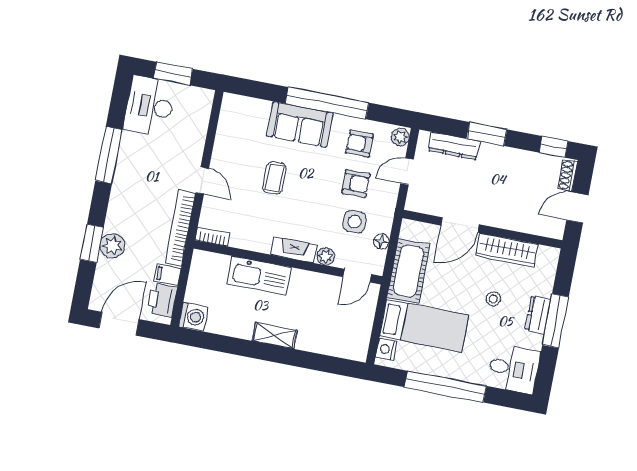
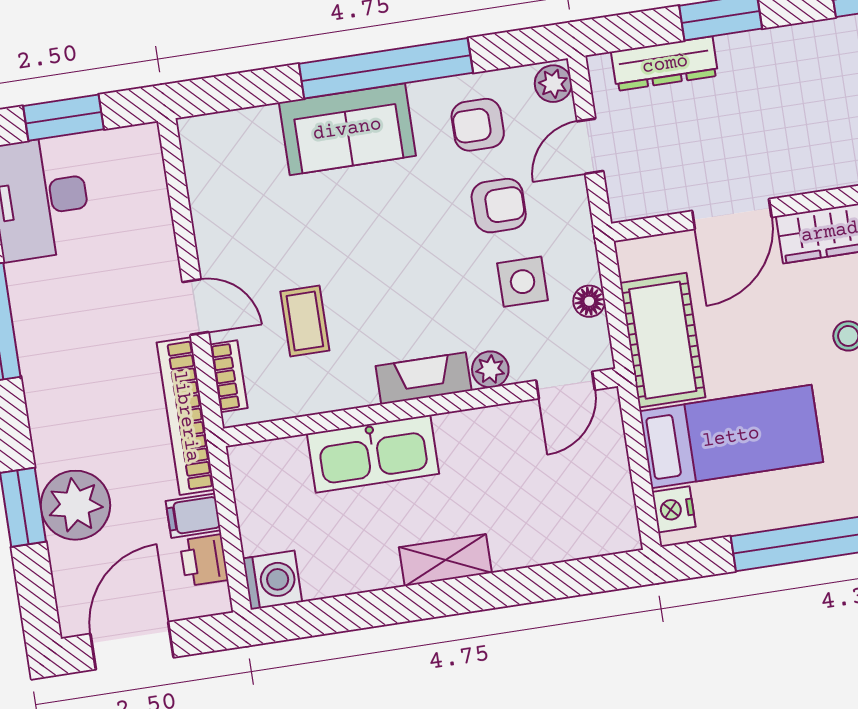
coffee table: (275, 178) -> (305, 321), moved
bookcase: (213, 237) -> (229, 376), moved, turned 90
plant: (112, 246) -> (75, 505), width x1.36, depth x1.36
printer: (162, 300) -> (204, 560), width x0.73, depth x0.81

